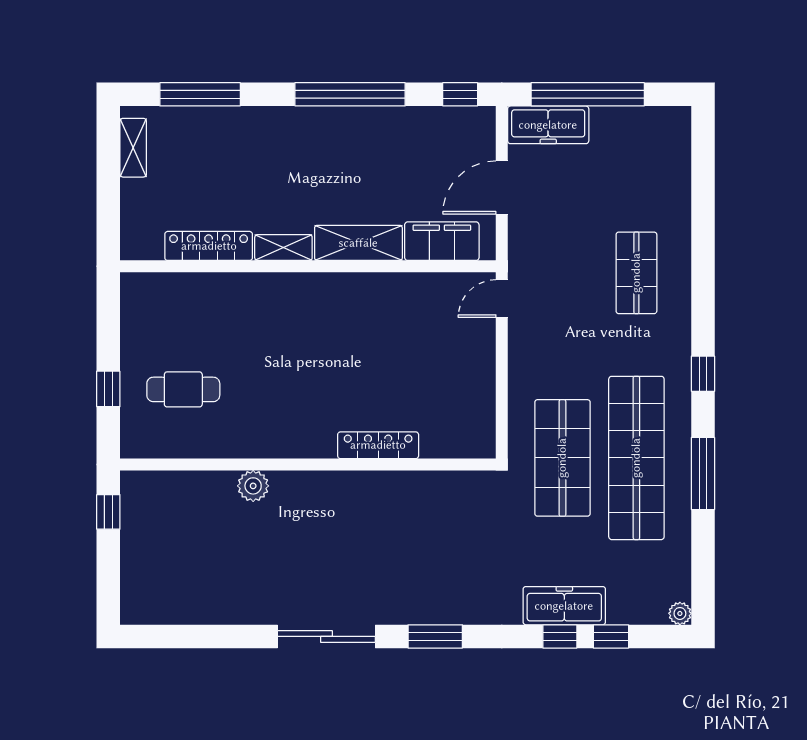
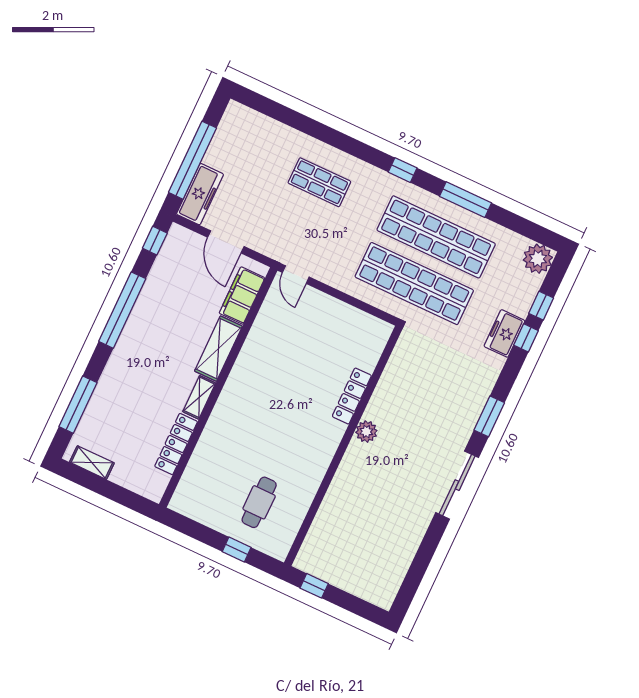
shop shelf: (562, 458) -> (414, 284), width x1.40
plant: (253, 486) -> (366, 432), moved
freezer: (564, 606) -> (504, 333), width x0.71
plant: (680, 613) -> (538, 259), width x1.87, depth x1.87

